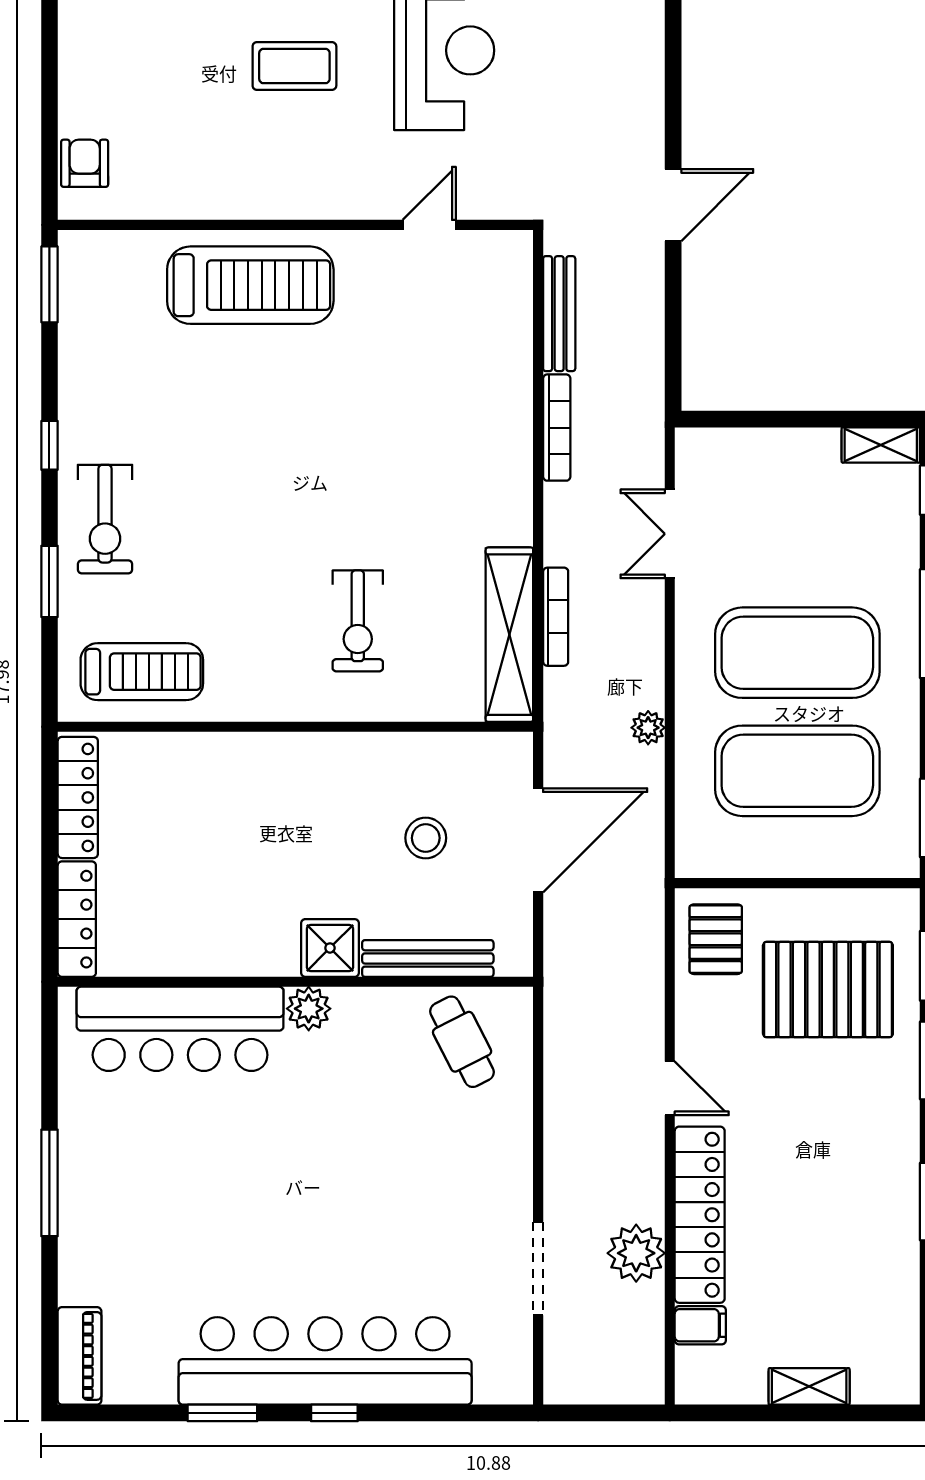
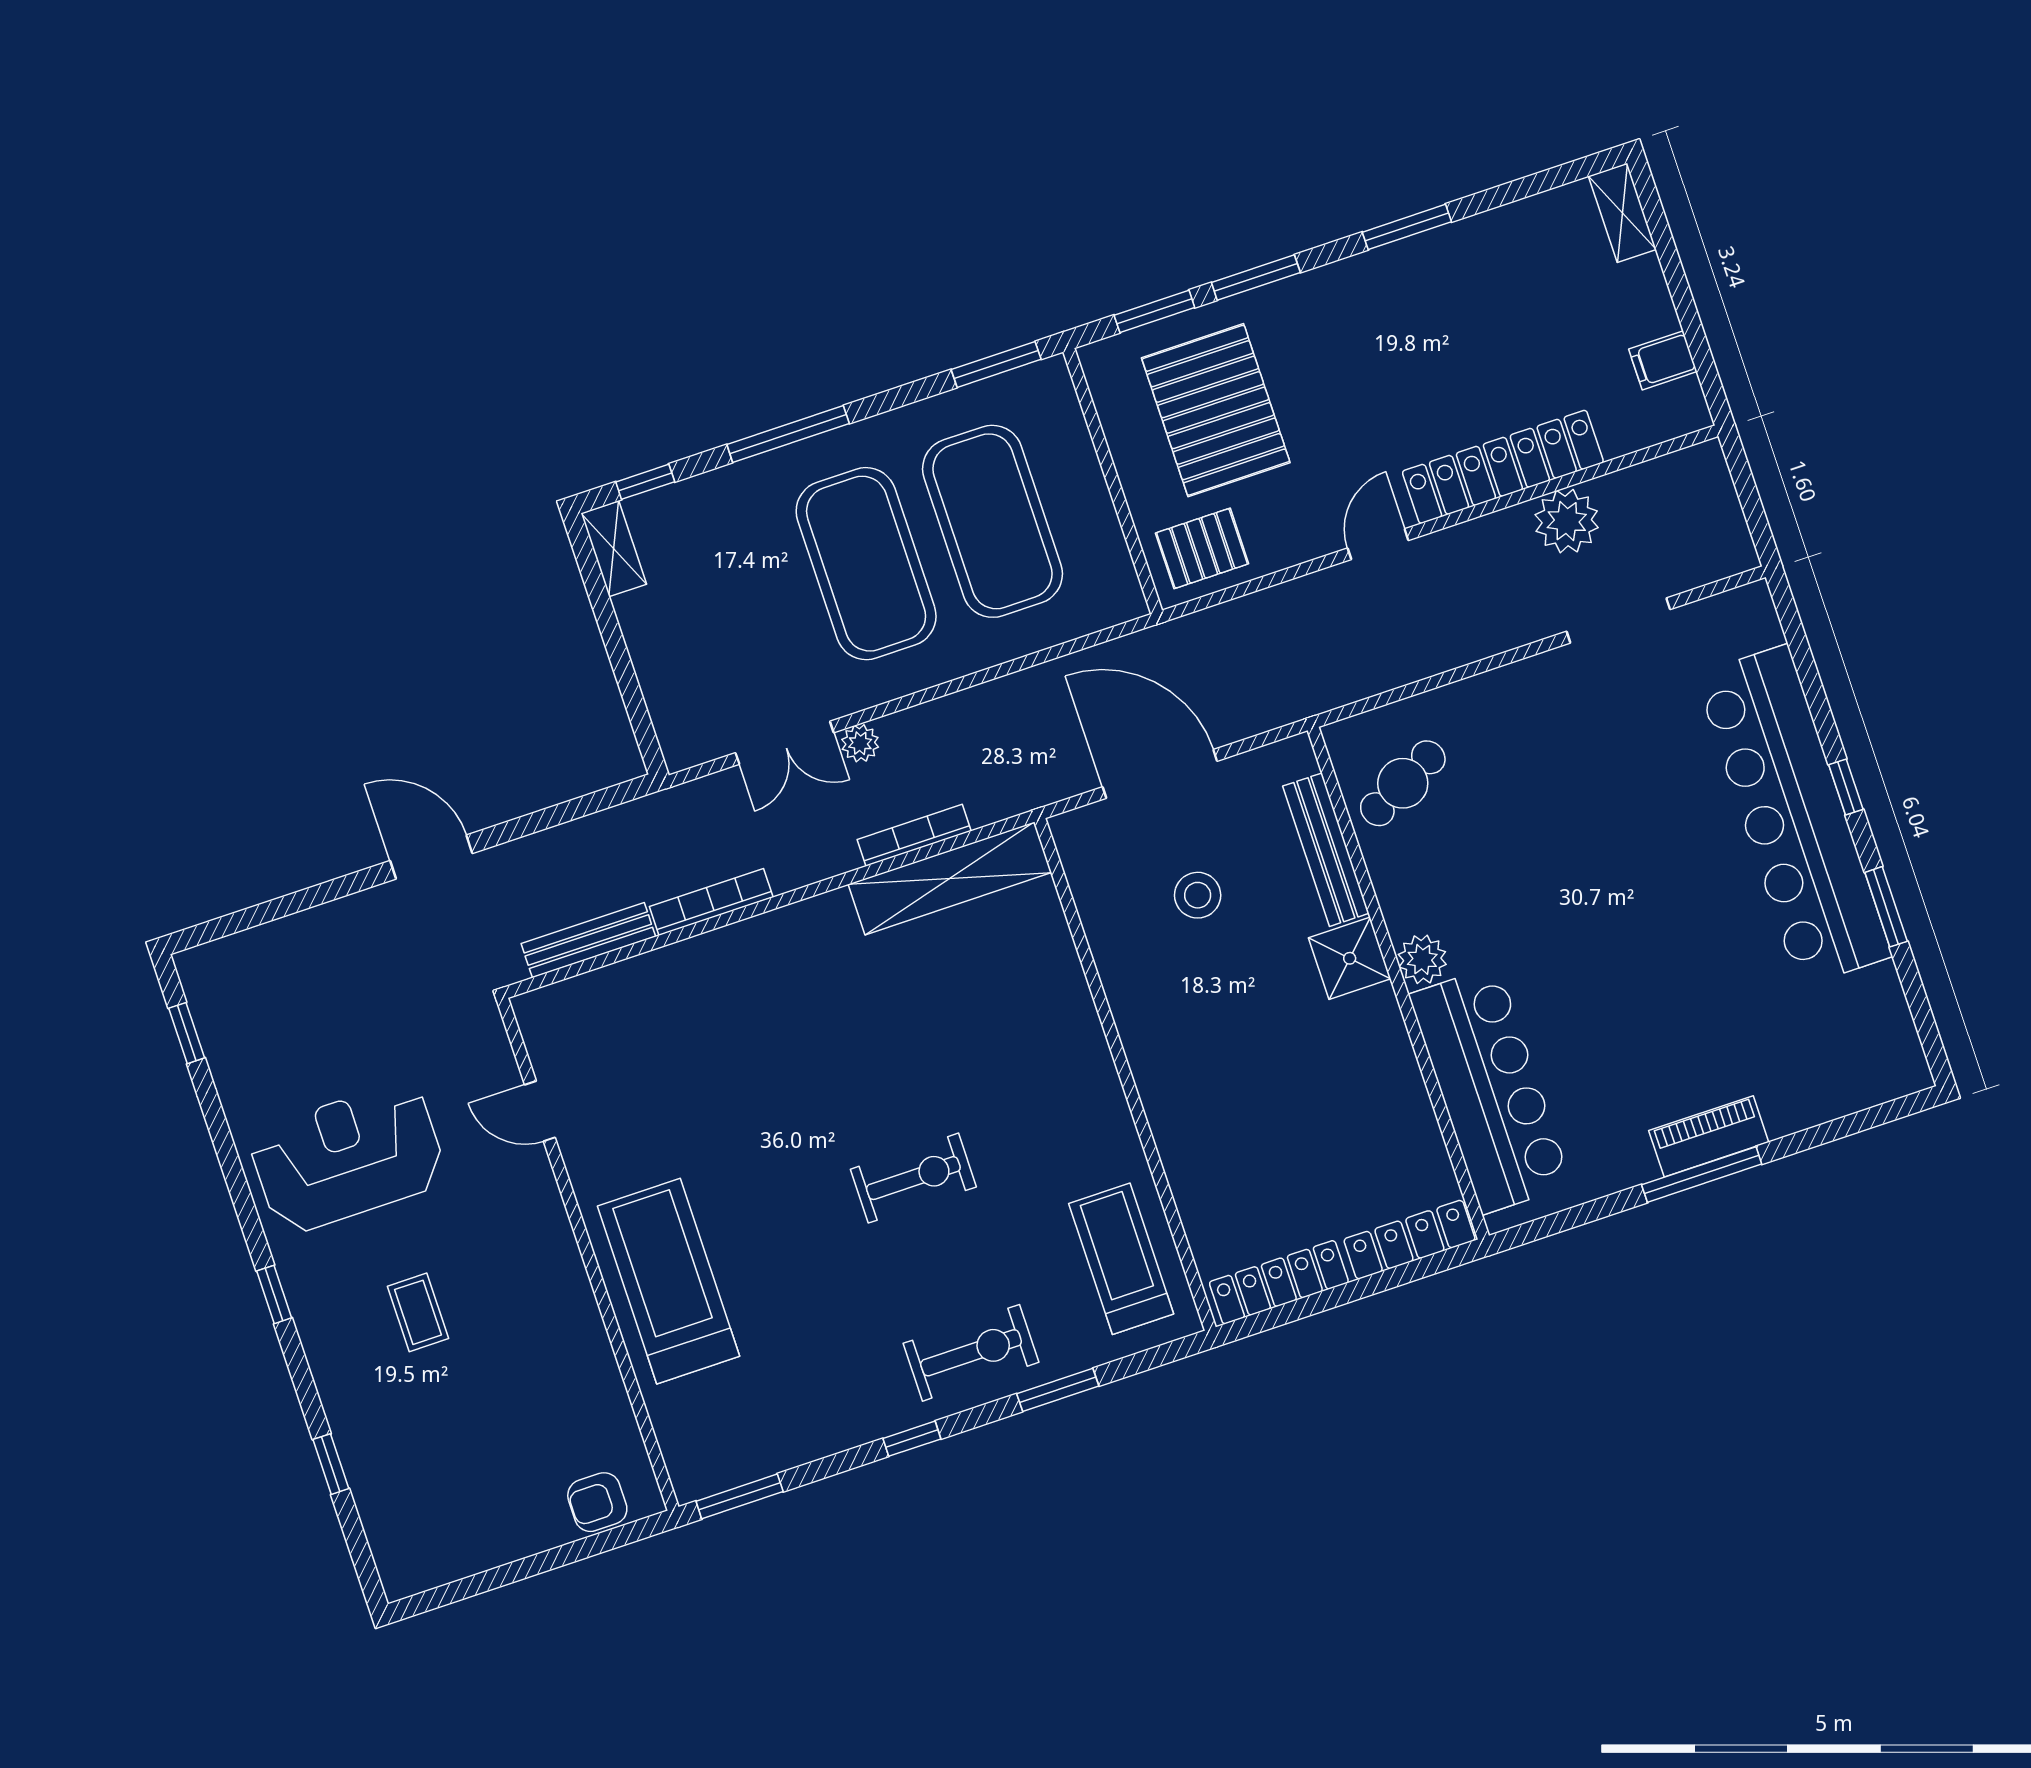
coffee table: (294, 66) -> (418, 1312), width x0.73, depth x0.77
exercise bike: (358, 621) -> (913, 1178), moved
plant: (648, 728) -> (860, 743), moved
filing cabinet: (700, 1325) -> (1663, 360), moved, turned -90
piano: (80, 1356) -> (1709, 1136), moved
shelving: (809, 1386) -> (1622, 213), moved

